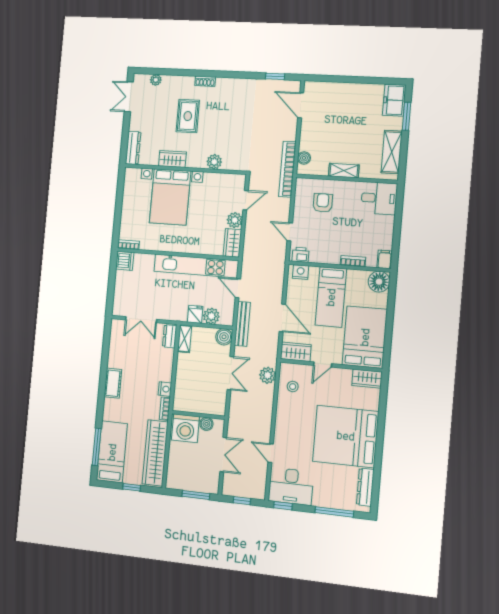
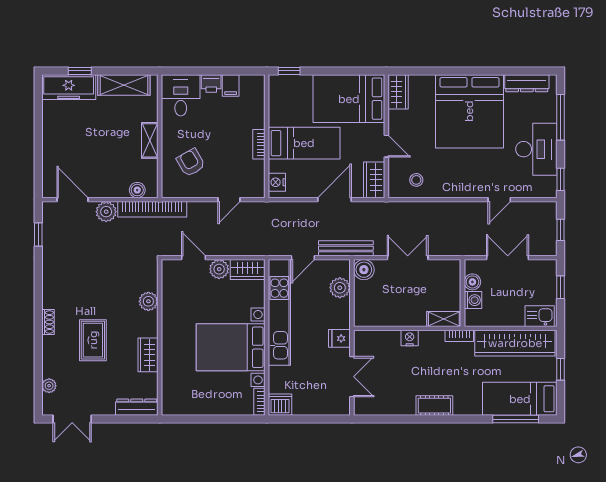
freezer: (394, 100) -> (69, 87), width x1.40
door: (301, 105) -> (73, 200), swing flipped
rug: (188, 116) -> (93, 340), turned 90
window: (406, 116) -> (80, 71), width x0.67
bed with nightstands: (170, 197) -> (231, 347), moved, turned 180
armchair: (323, 203) -> (191, 163), turned 60
printer: (300, 255) -> (211, 83), moved, turned -90
filing cabinet: (385, 259) -> (231, 85), moved, turned -90
bookcase: (353, 261) -> (259, 144), moved
floor lamp: (379, 282) -> (281, 87), removed
window: (392, 289) -> (289, 71), added
fridge: (195, 314) -> (339, 338), moved
dresser: (170, 336) -> (369, 338), removed
shelving: (185, 339) -> (444, 319), moved
plant: (268, 375) -> (106, 212), moved
nightstand: (165, 389) -> (410, 338), moved
washing machine: (185, 428) -> (473, 300), width x0.53, depth x0.53
kitchen sink: (175, 475) -> (540, 316), added
desk: (291, 486) -> (536, 149), moved
window: (196, 495) -> (560, 287), width x0.67

